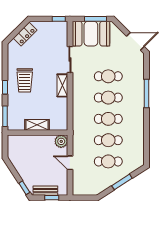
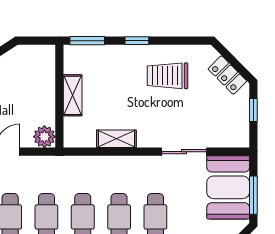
window: (59, 19) -> (253, 110), moved
trolley: (25, 80) -> (167, 76), moved
shelving: (62, 85) -> (116, 139), moved

